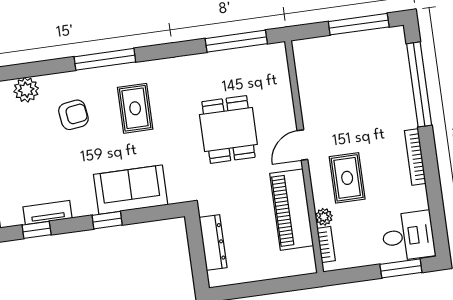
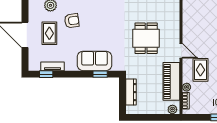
rug: (135, 108) -> (49, 33), moved
door: (302, 145) -> (181, 51), swing flipped
window: (107, 220) -> (100, 74), moved
plant: (302, 266) -> (172, 109), added

